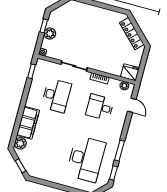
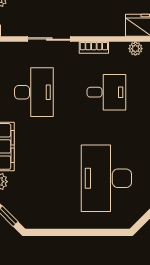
desk: (100, 107) -> (106, 92), turned 180
desk: (86, 159) -> (106, 178), turned 180

